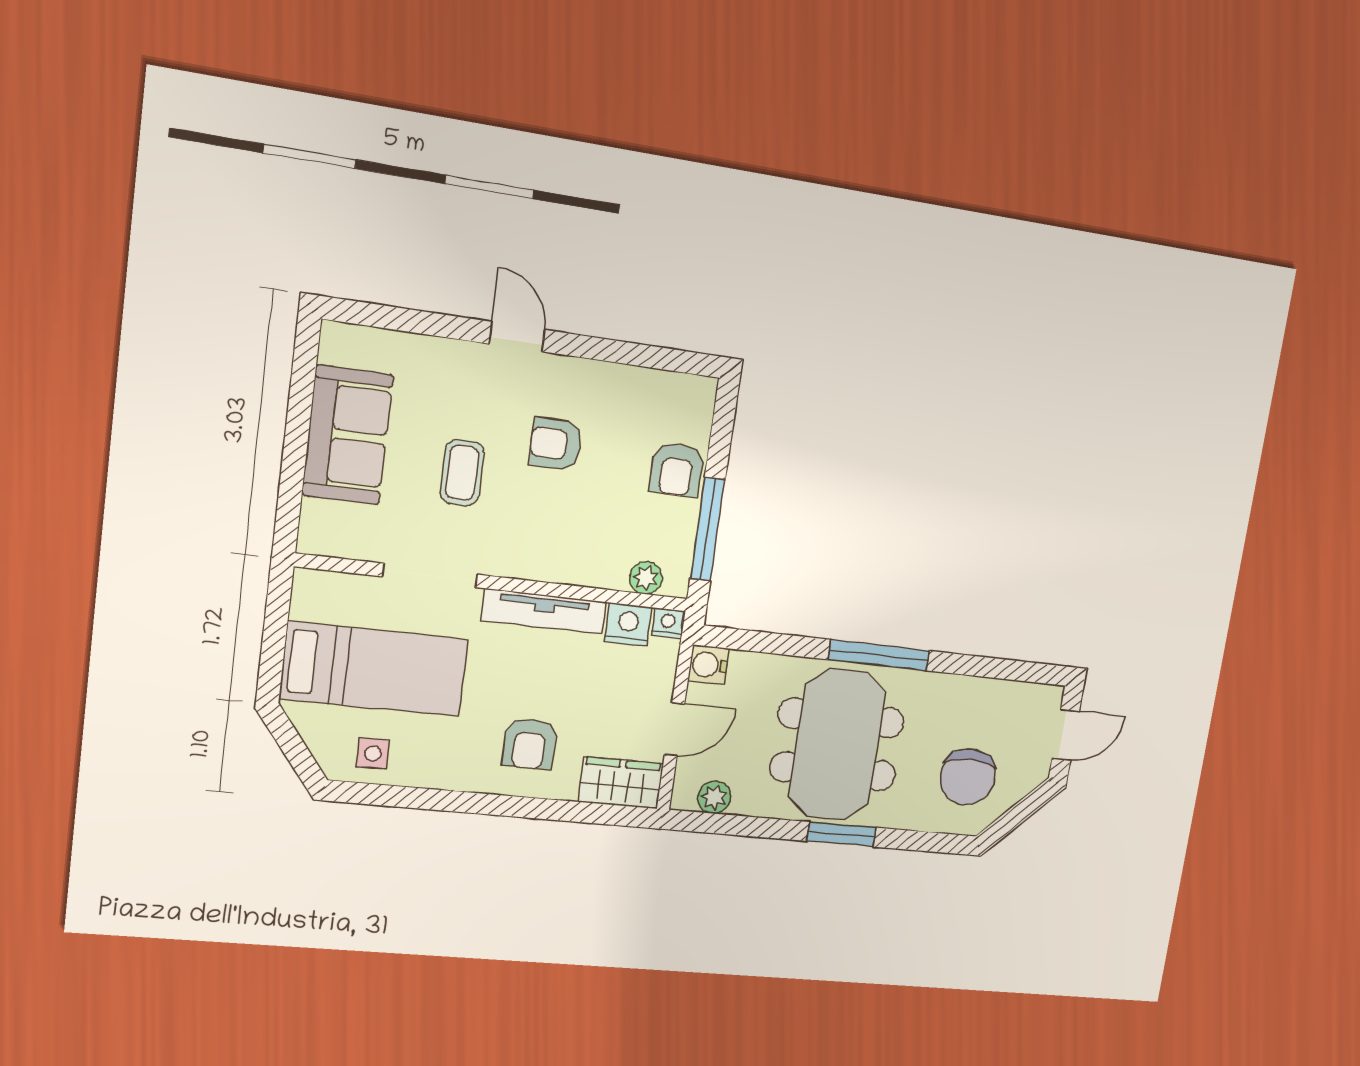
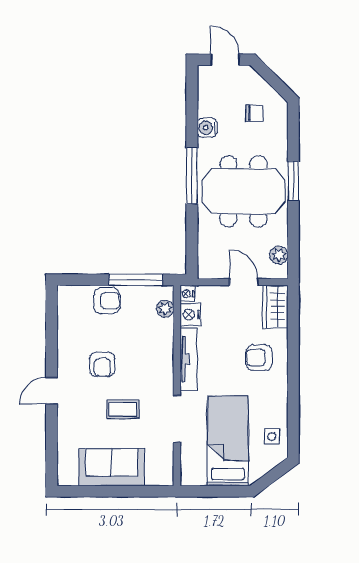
water cooler: (708, 665) -> (207, 128), moved, turned 90
armchair: (529, 744) -> (259, 358), turned 180
chair: (968, 777) -> (254, 113), width x0.54, depth x0.54

